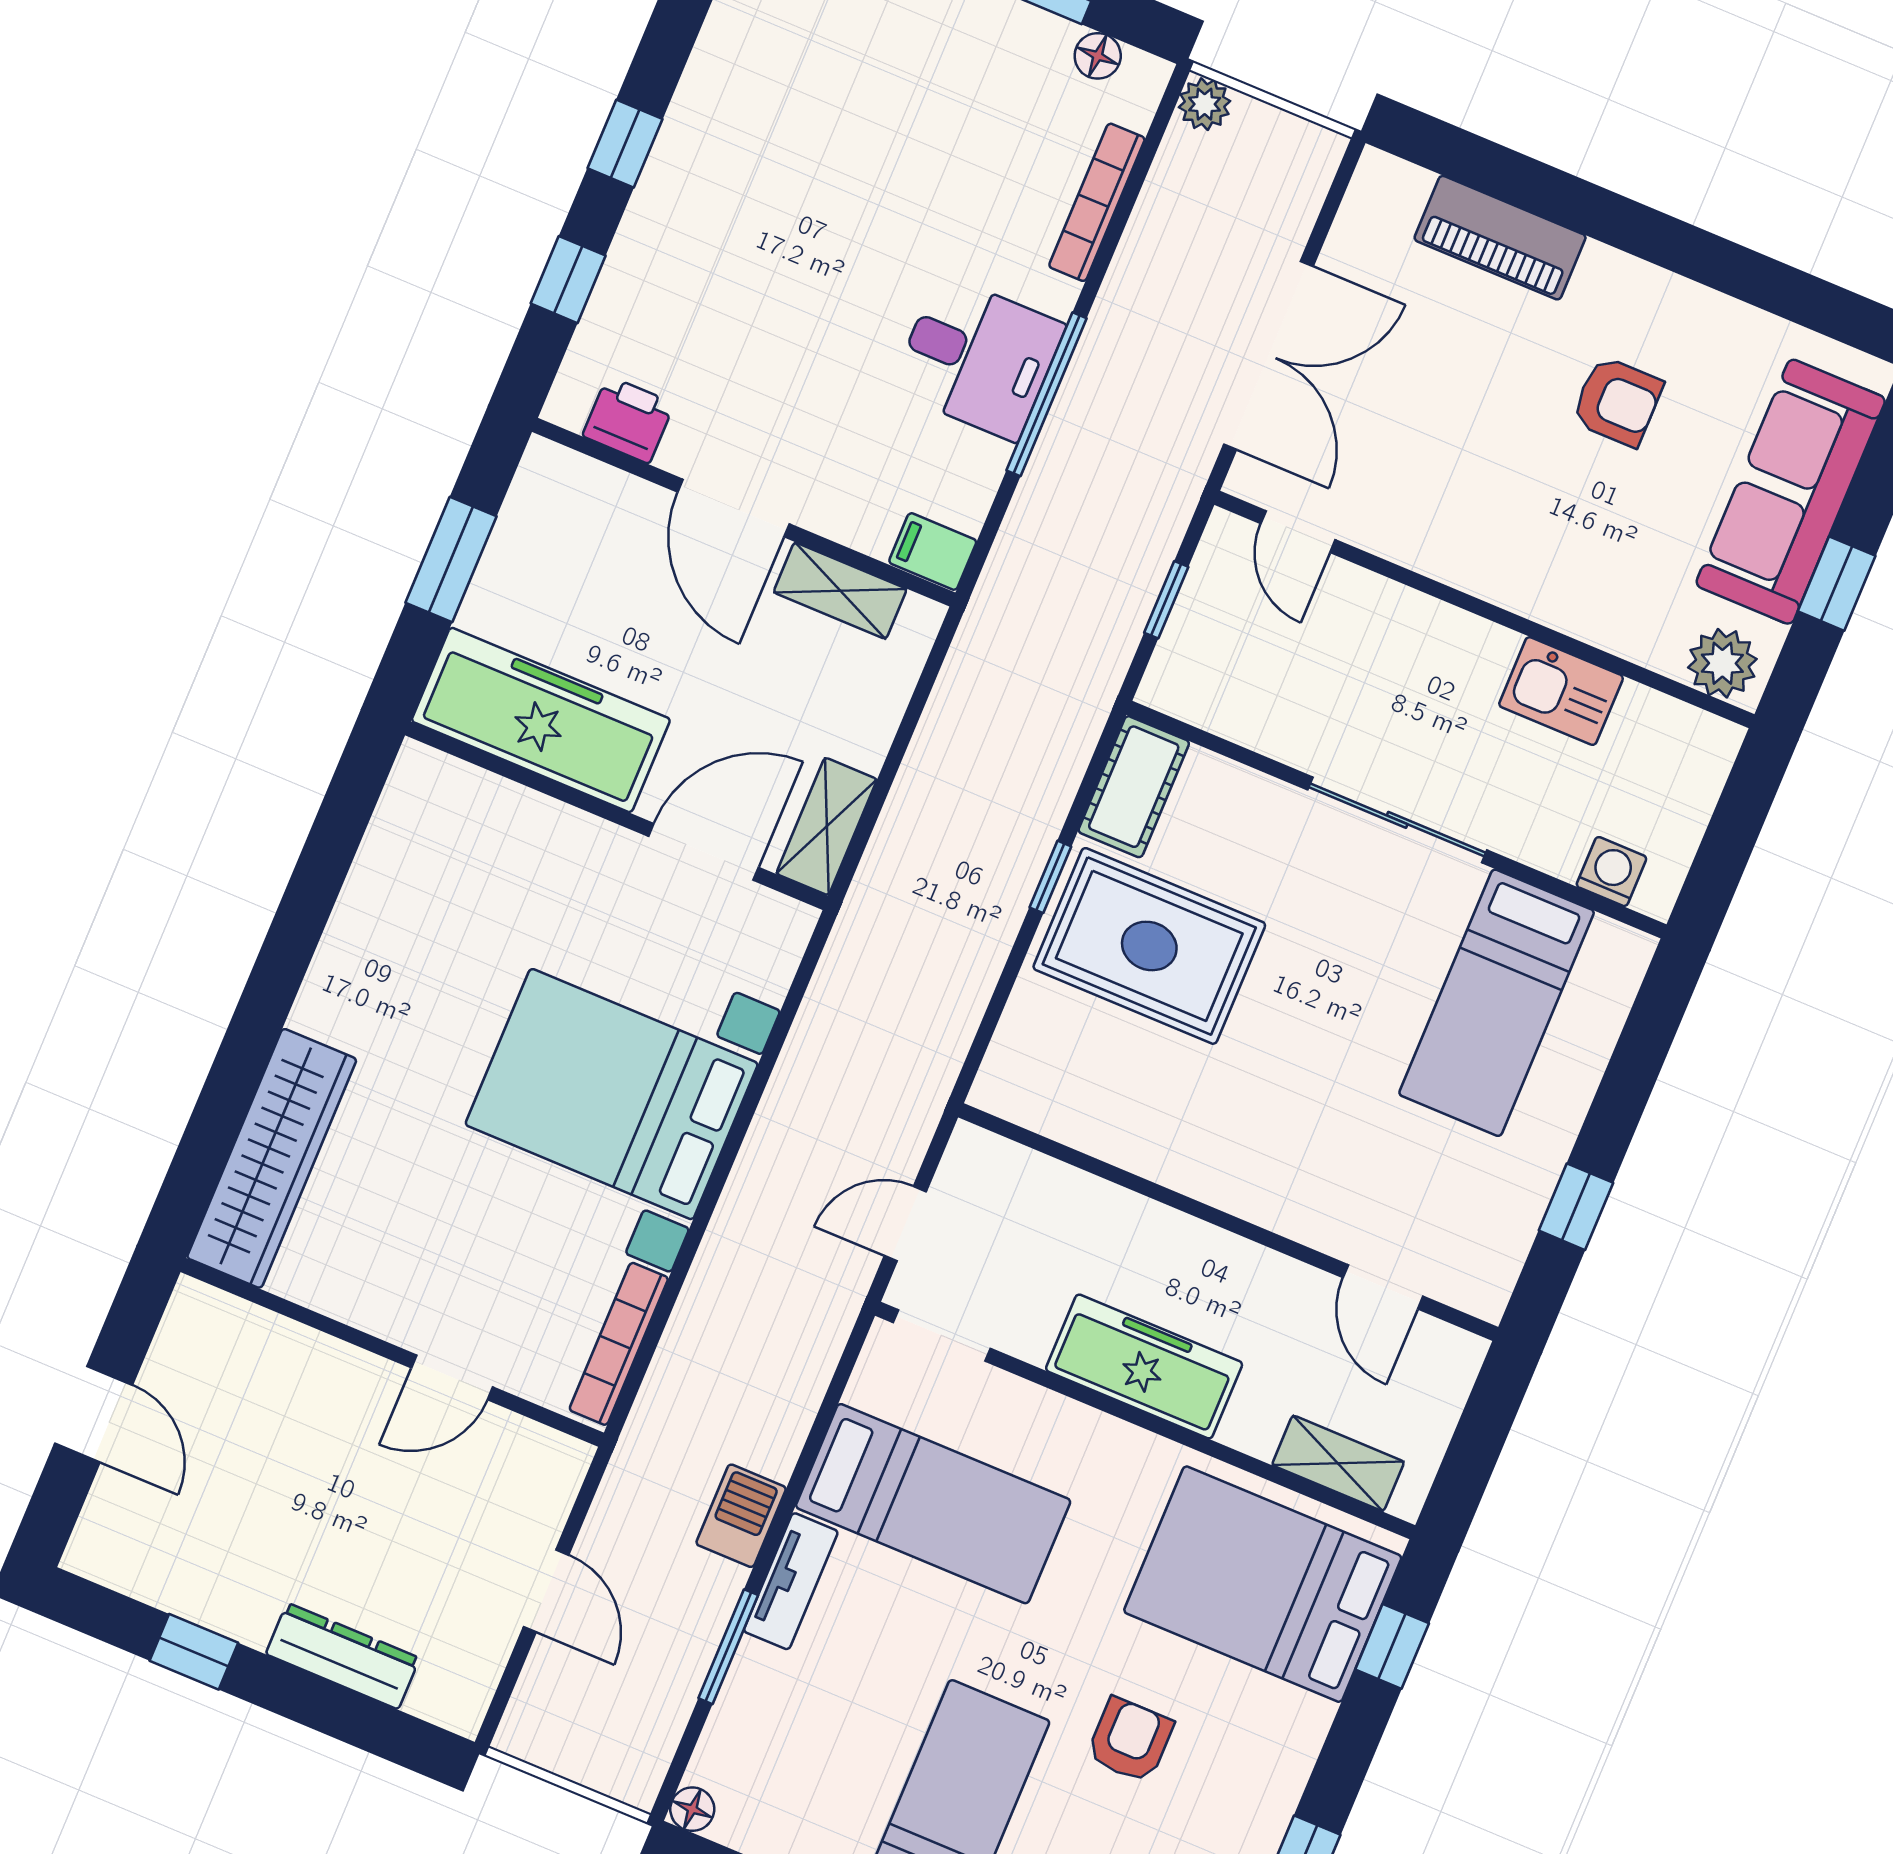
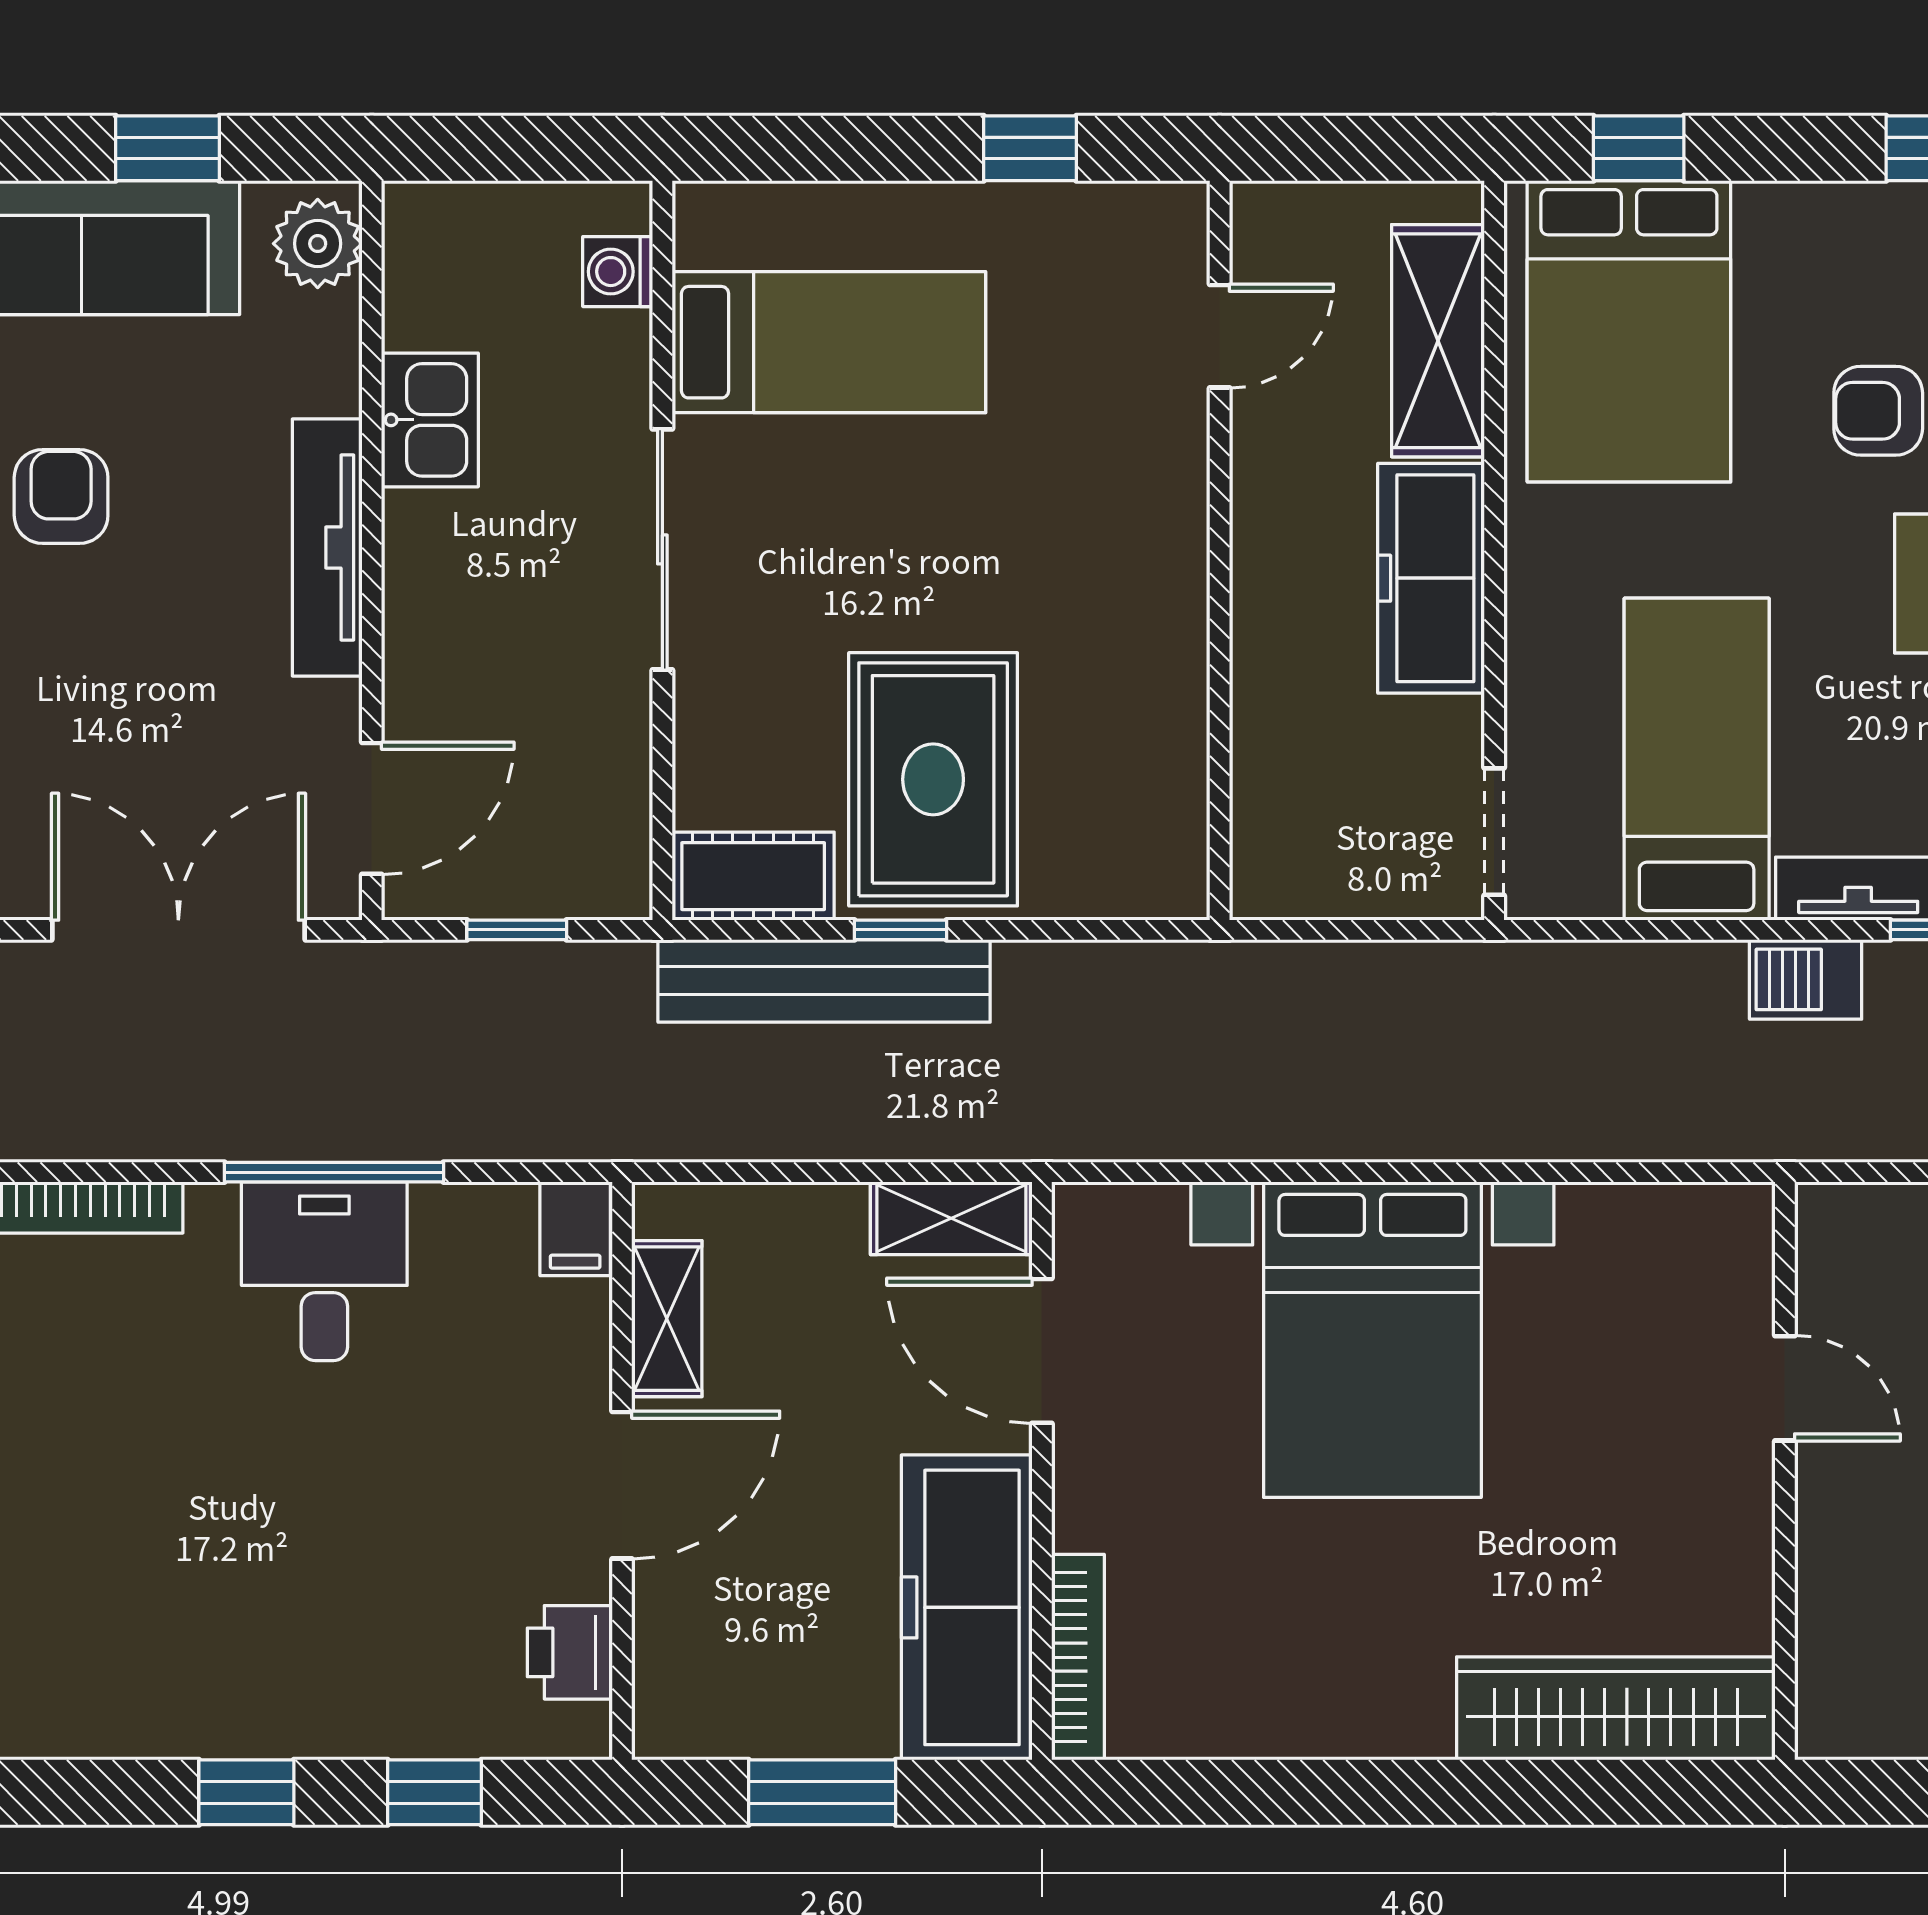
door: (1298, 532) -> (372, 808), width x1.38
tv unit: (1500, 578) -> (327, 547), added
bench: (1037, 806) -> (824, 981), added
door: (905, 1224) -> (1381, 930), removed
bookcase: (619, 1344) -> (1078, 1657), moved, turned -90
shelving: (1338, 1463) -> (1438, 341), width x1.50, depth x1.33

